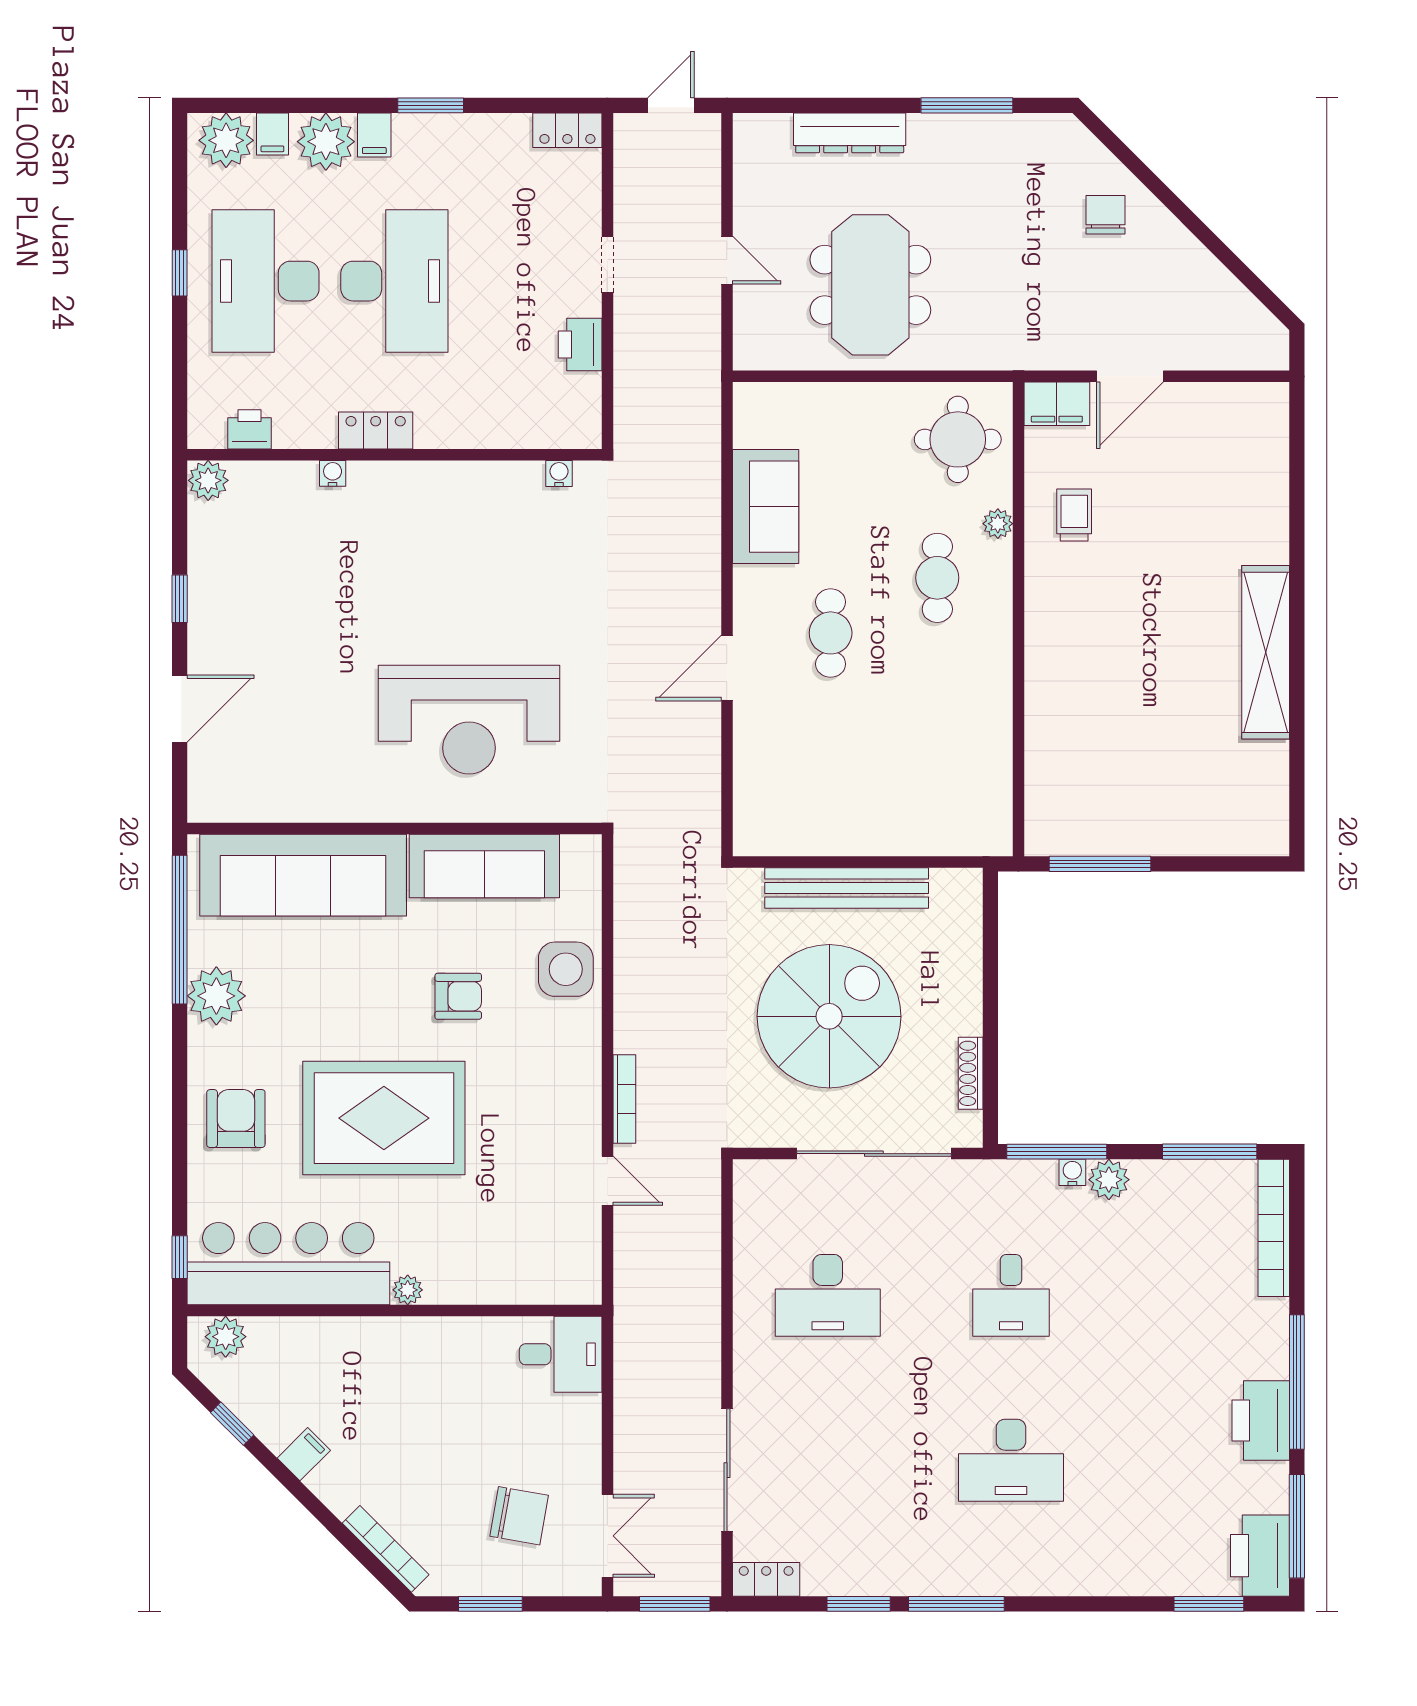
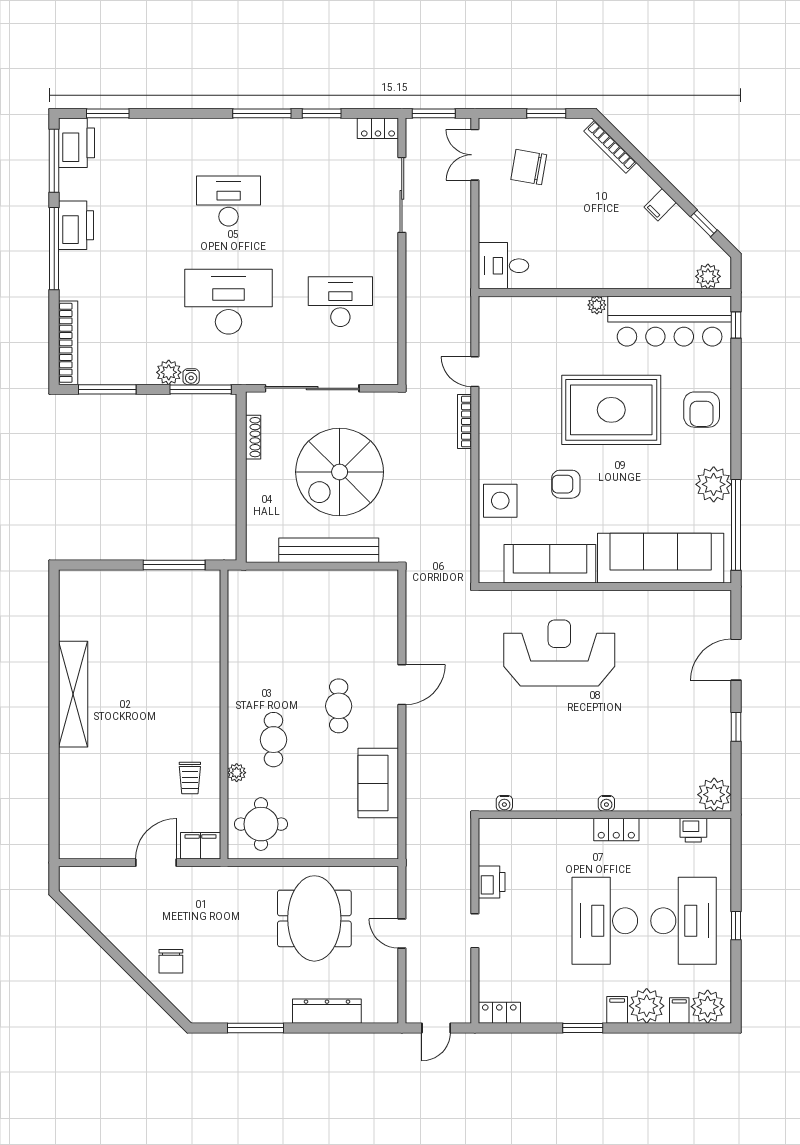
water cooler: (333, 473) -> (606, 803), moved
plant: (208, 480) -> (714, 795), width x1.36, depth x1.36
desk: (1011, 1295) -> (229, 302), width x1.87, depth x1.30

